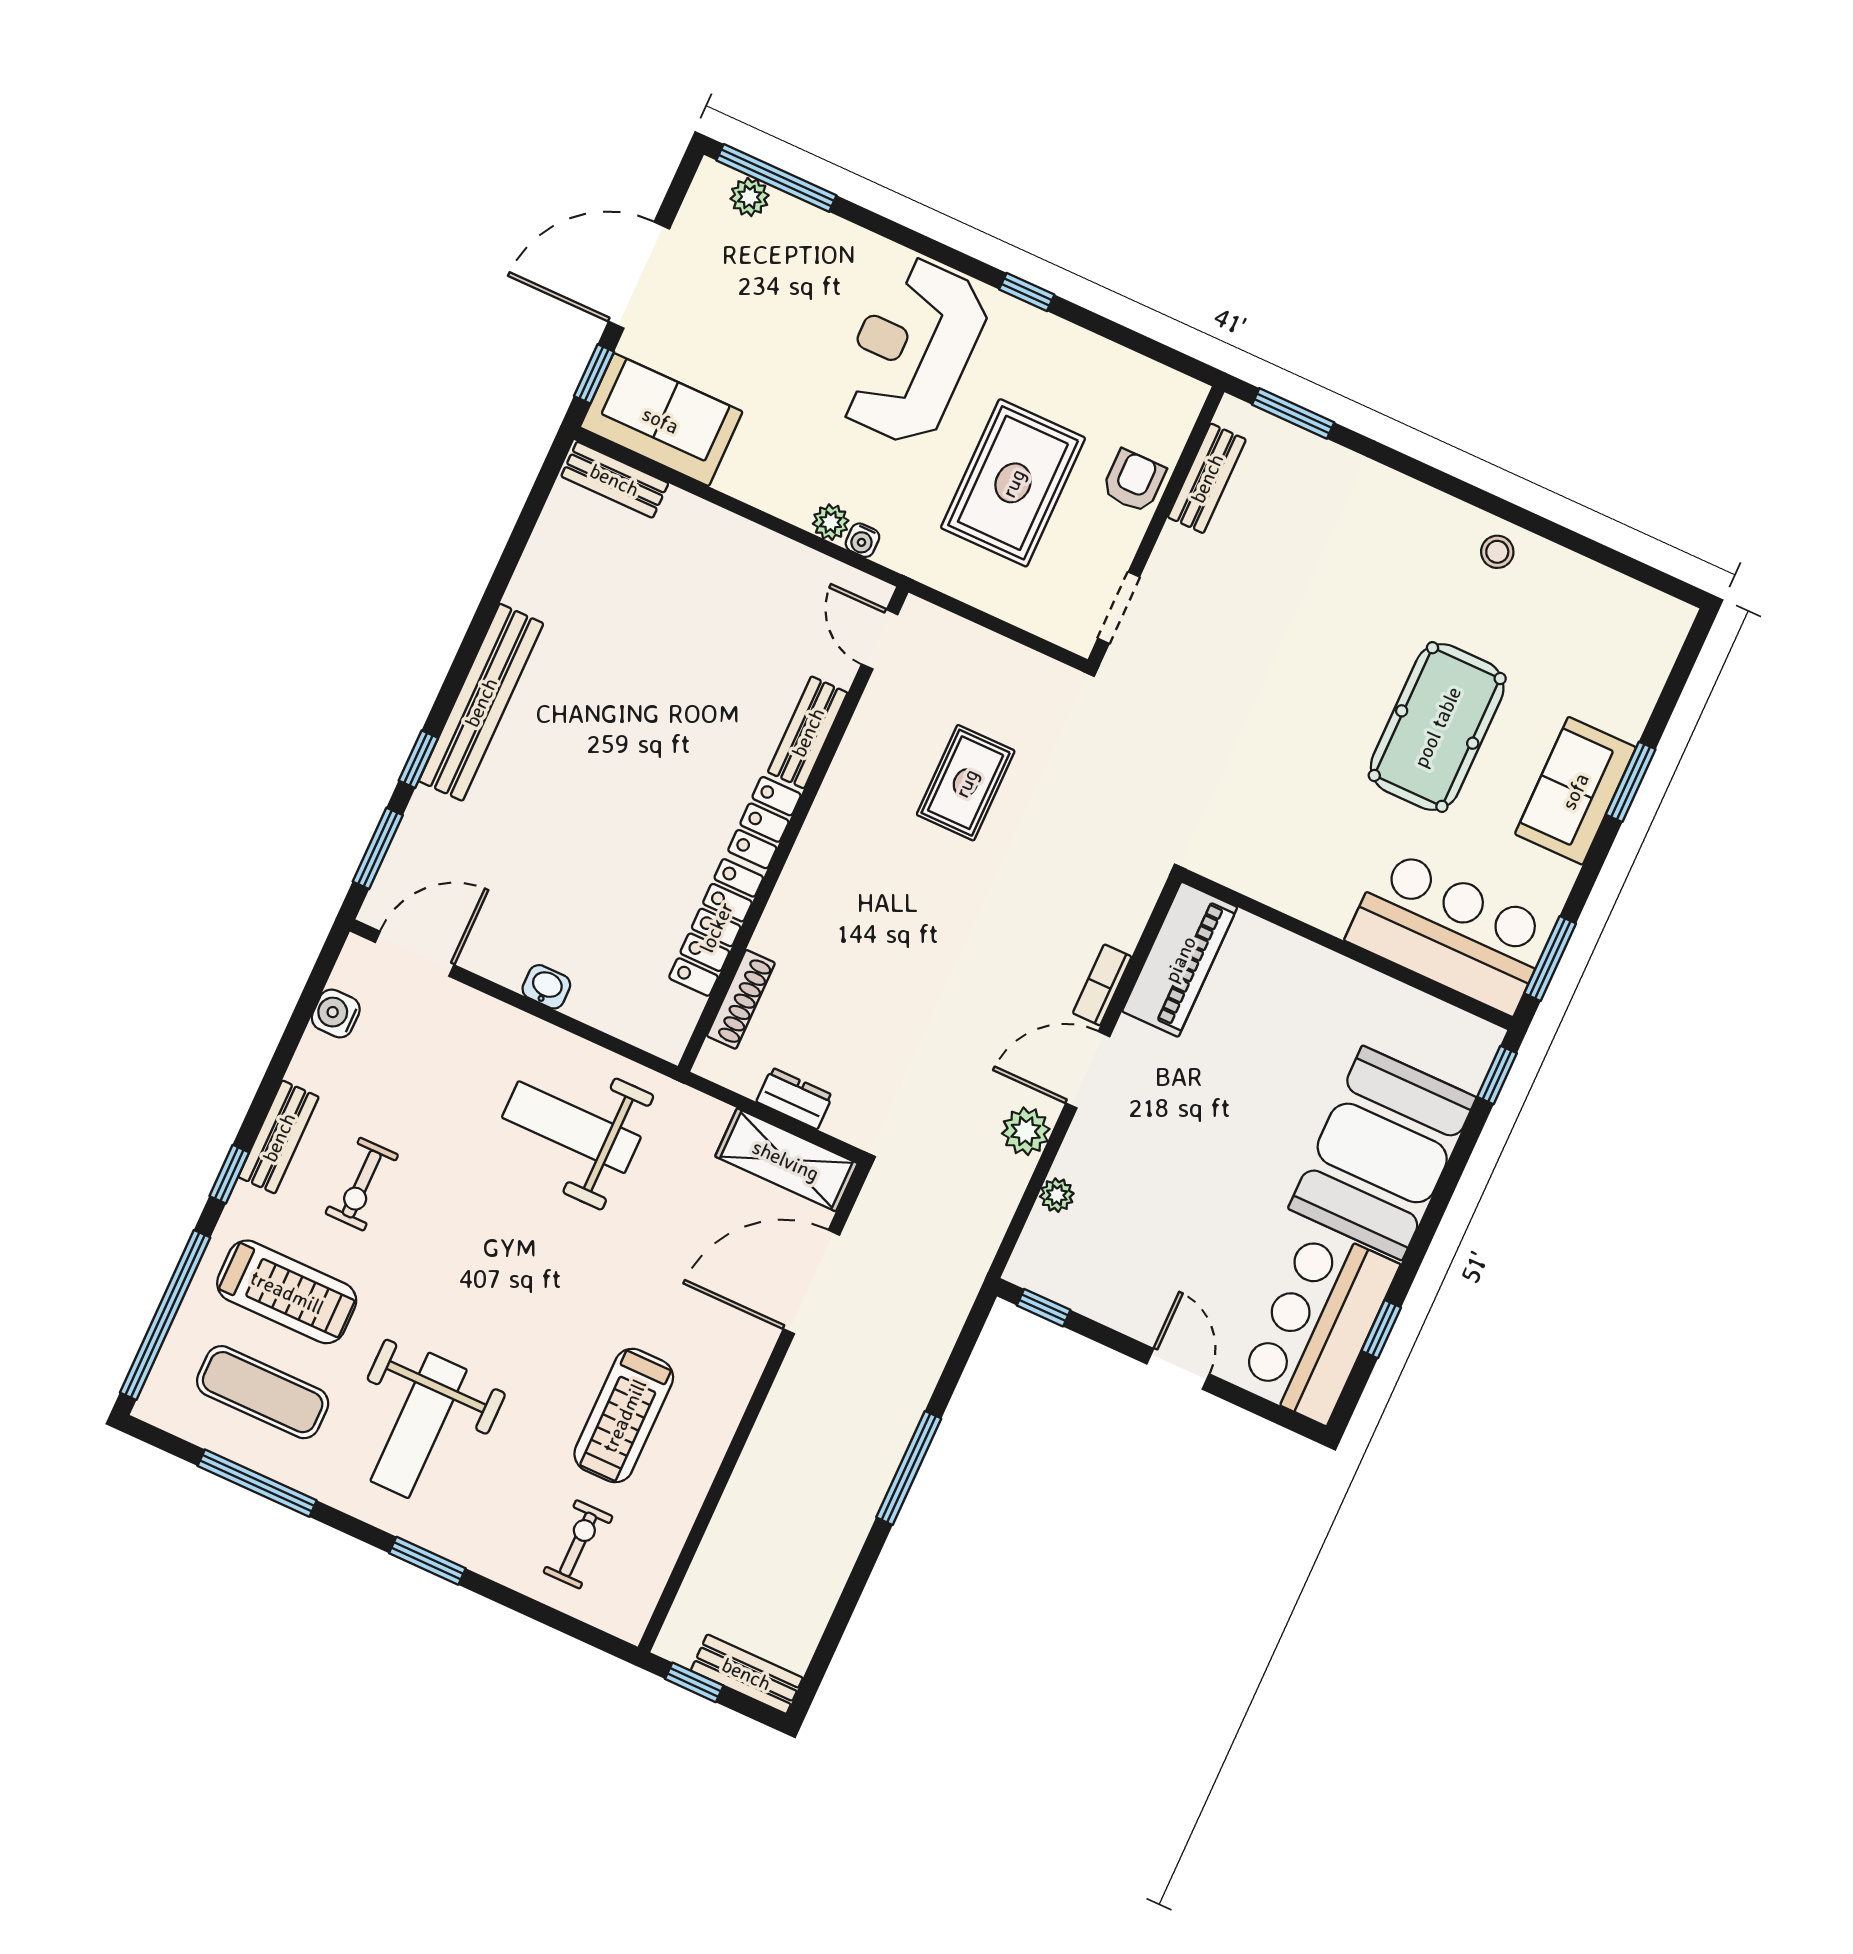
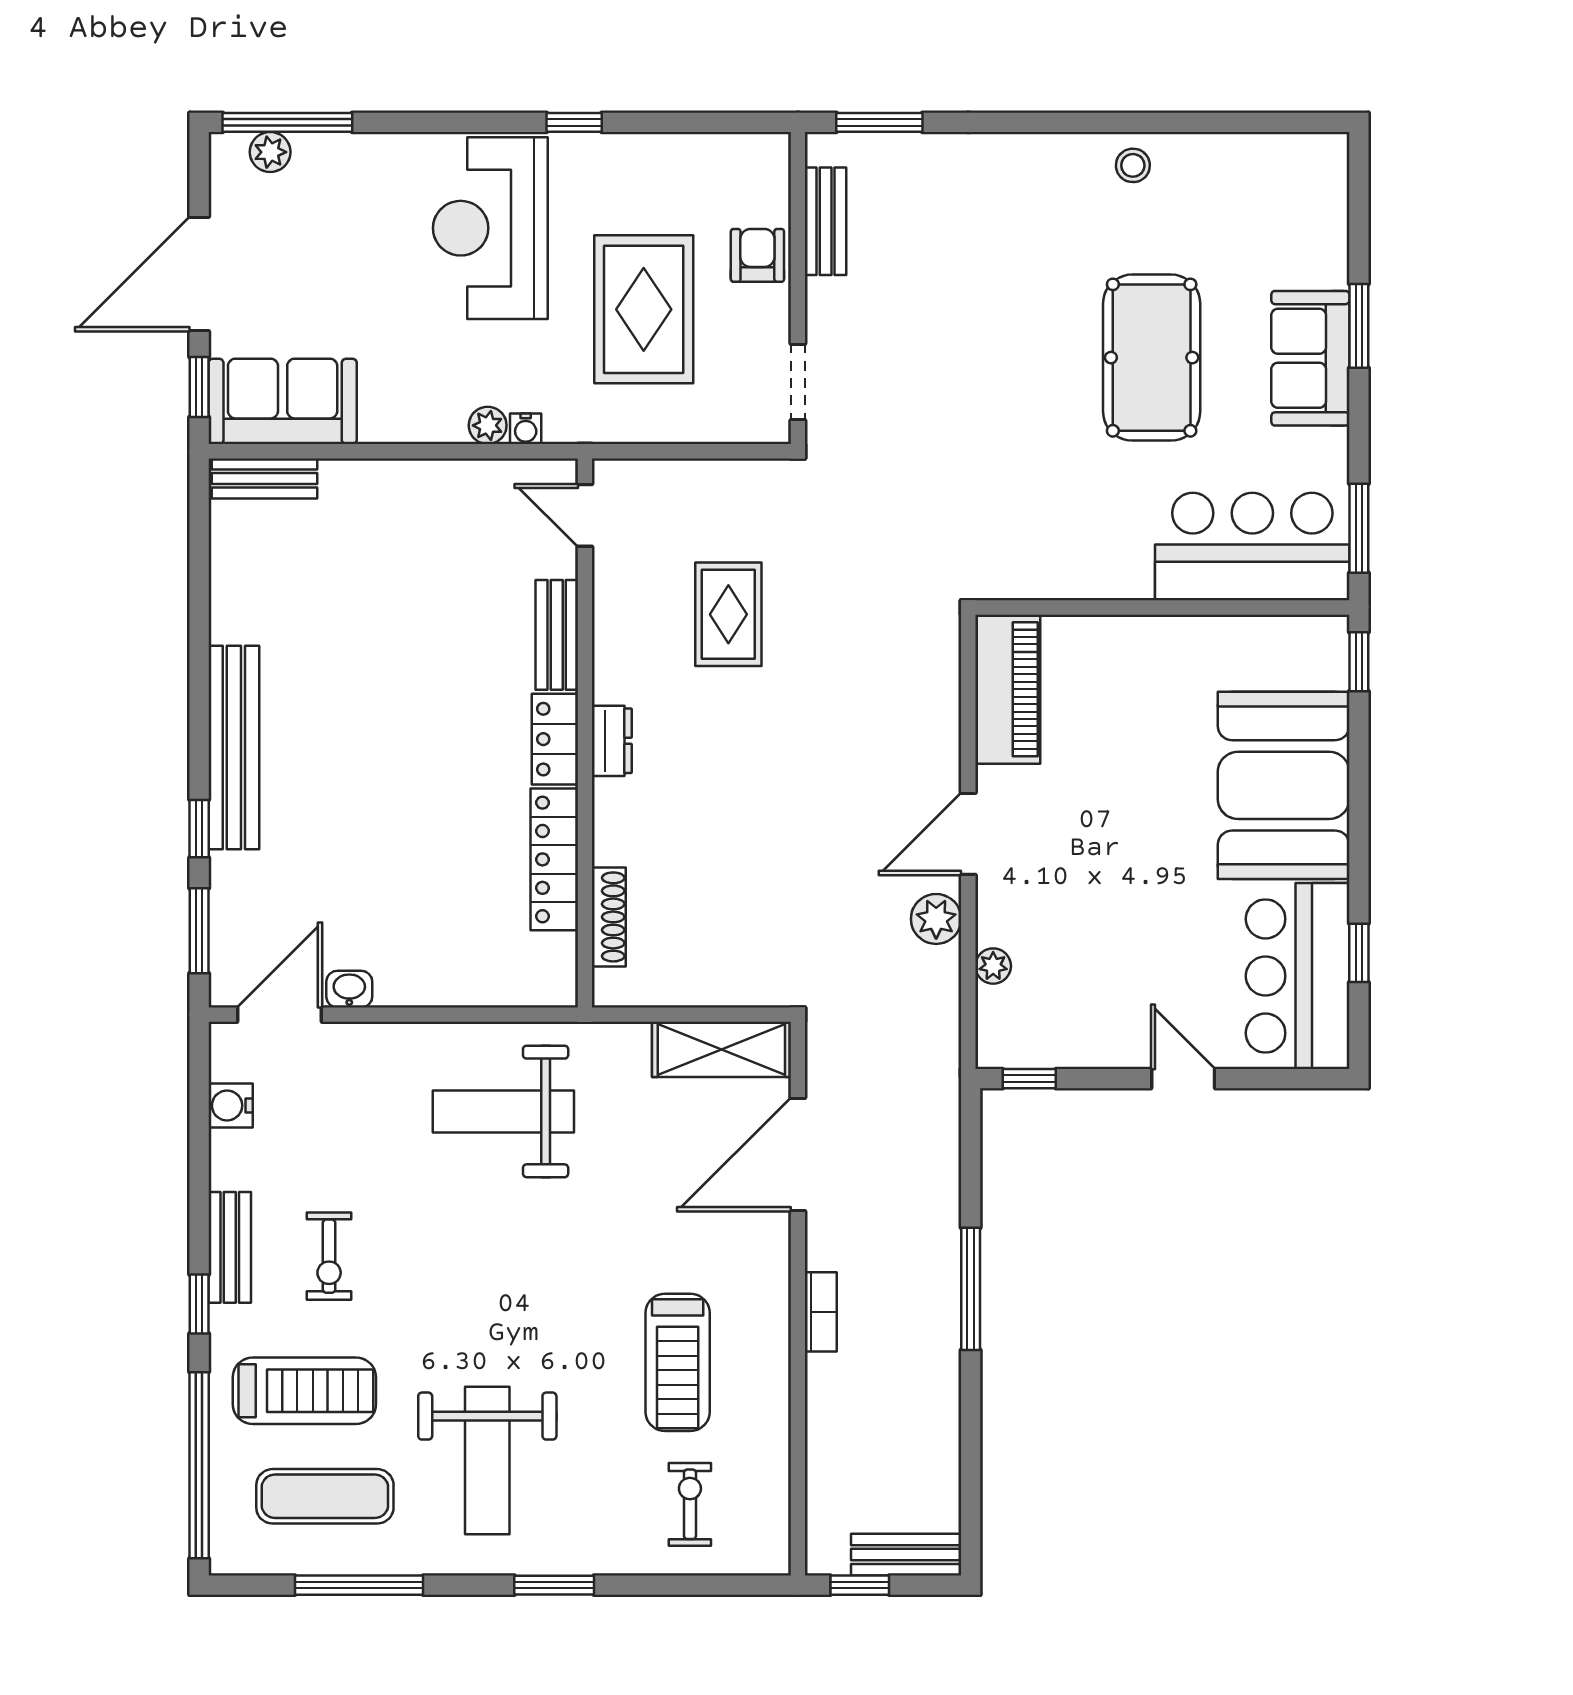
bookcase: (1102, 985) -> (821, 1312), moved, turned 180
washbasin: (546, 987) -> (349, 989), moved
dresser: (795, 1098) -> (612, 741), moved, turned 90

